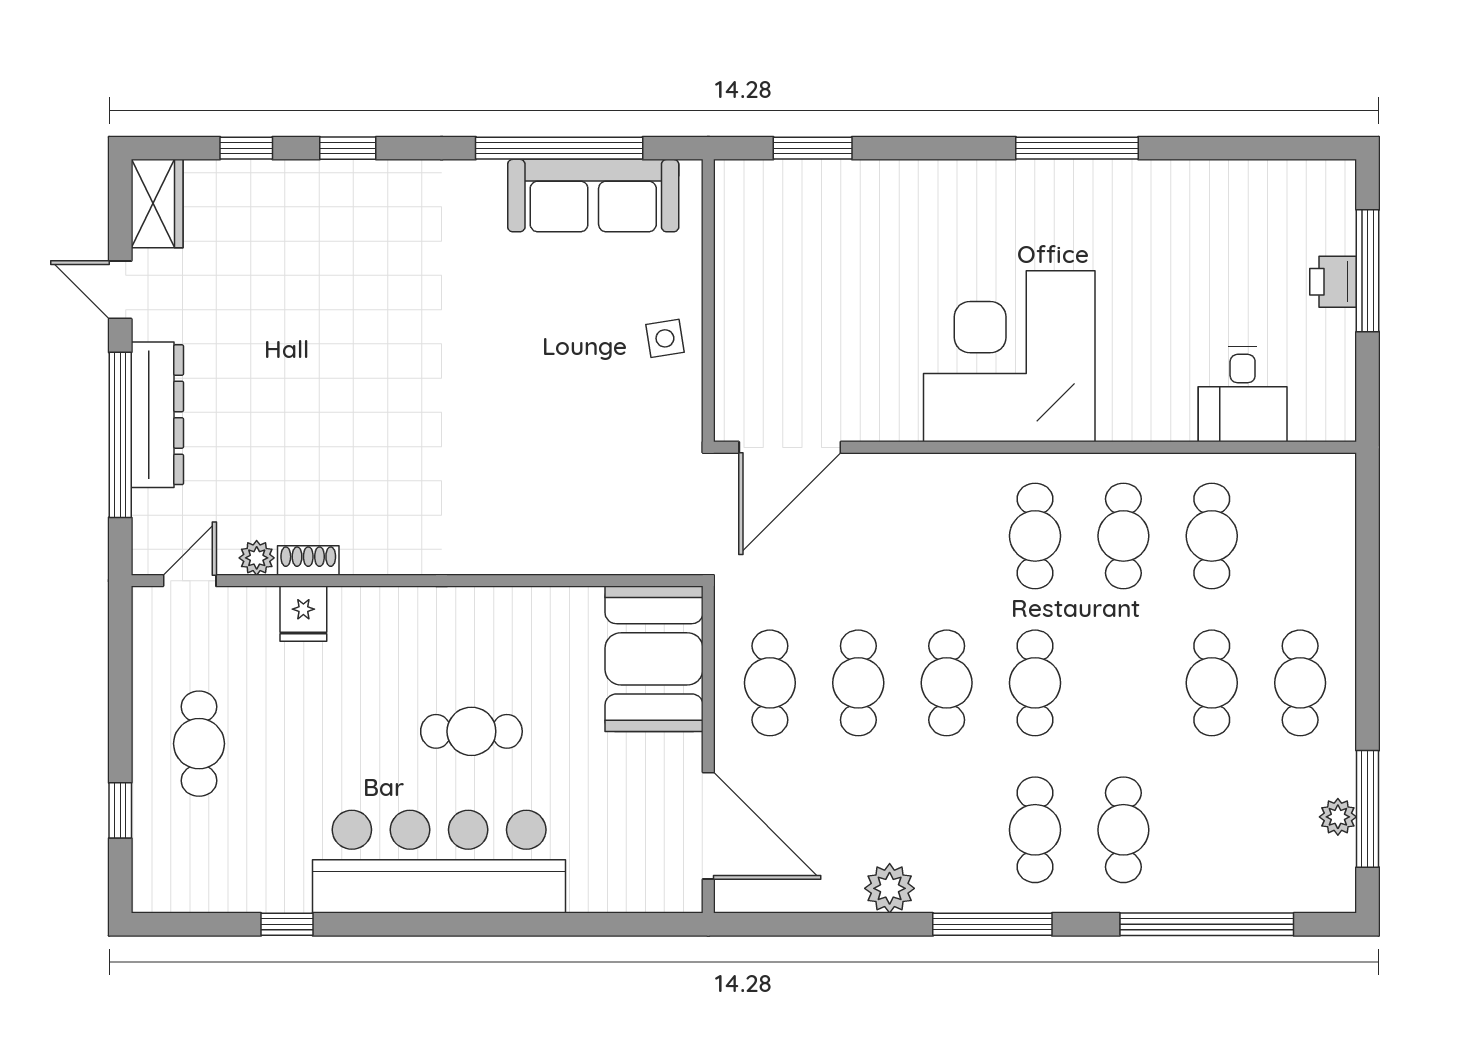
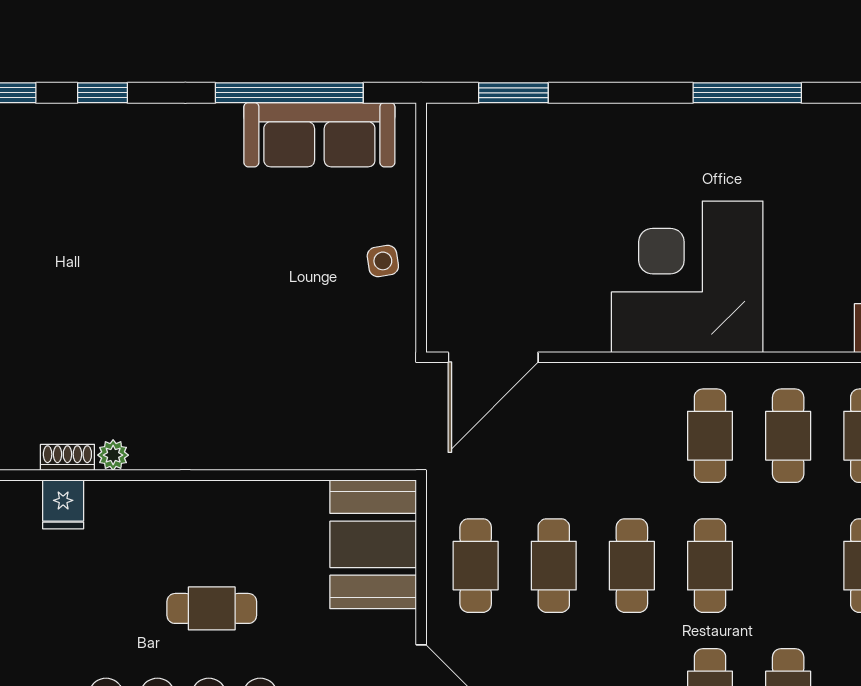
plant: (257, 558) -> (113, 455), moved

